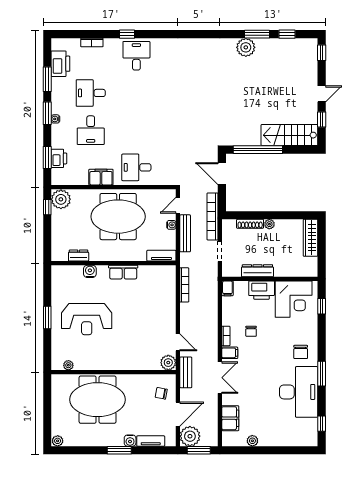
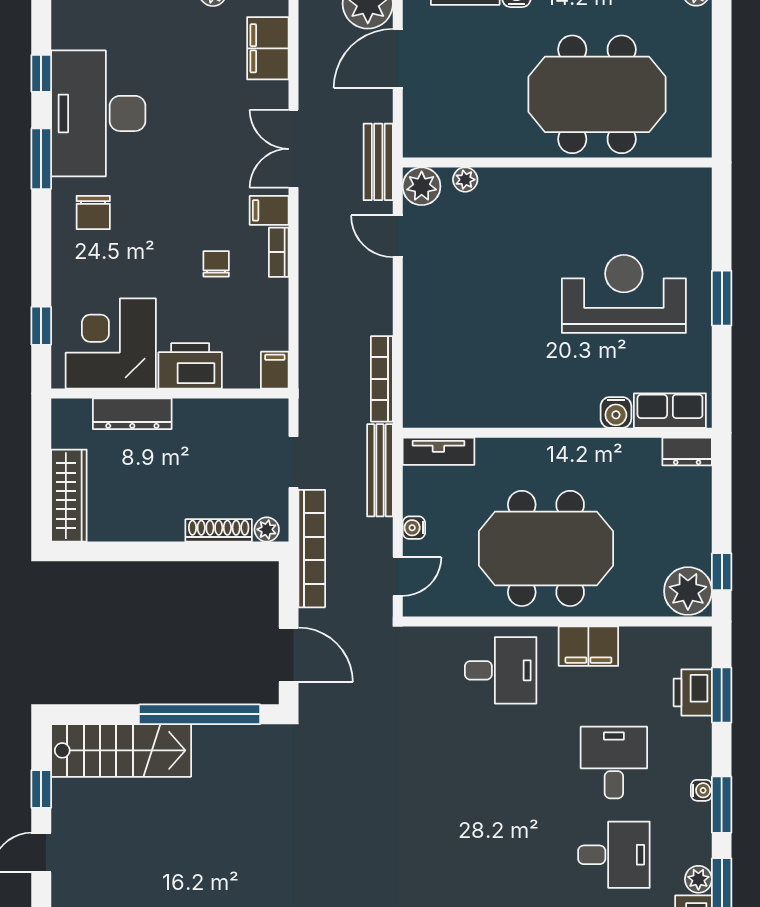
plant: (57, 83) -> (698, 879), added
plant: (269, 224) -> (267, 529), moved
bench: (185, 233) -> (380, 470), moved
dresser: (79, 256) -> (687, 451), moved
dresser: (257, 271) -> (132, 414), moved
row of seats: (123, 272) -> (670, 411), moved
chair: (301, 352) -> (93, 213), turned 180
plant: (68, 365) -> (465, 180), moved
chair: (161, 393) -> (439, 110), removed
window: (322, 424) -> (41, 73), moved

